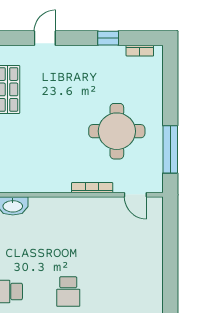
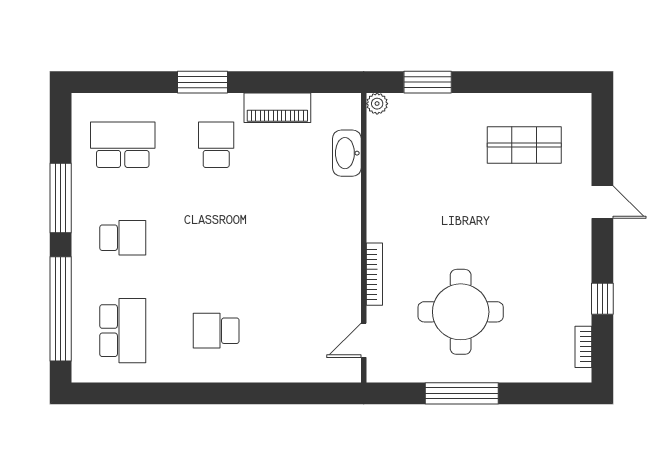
window: (170, 149) -> (462, 393), moved
school desk: (68, 291) -> (216, 331), moved

